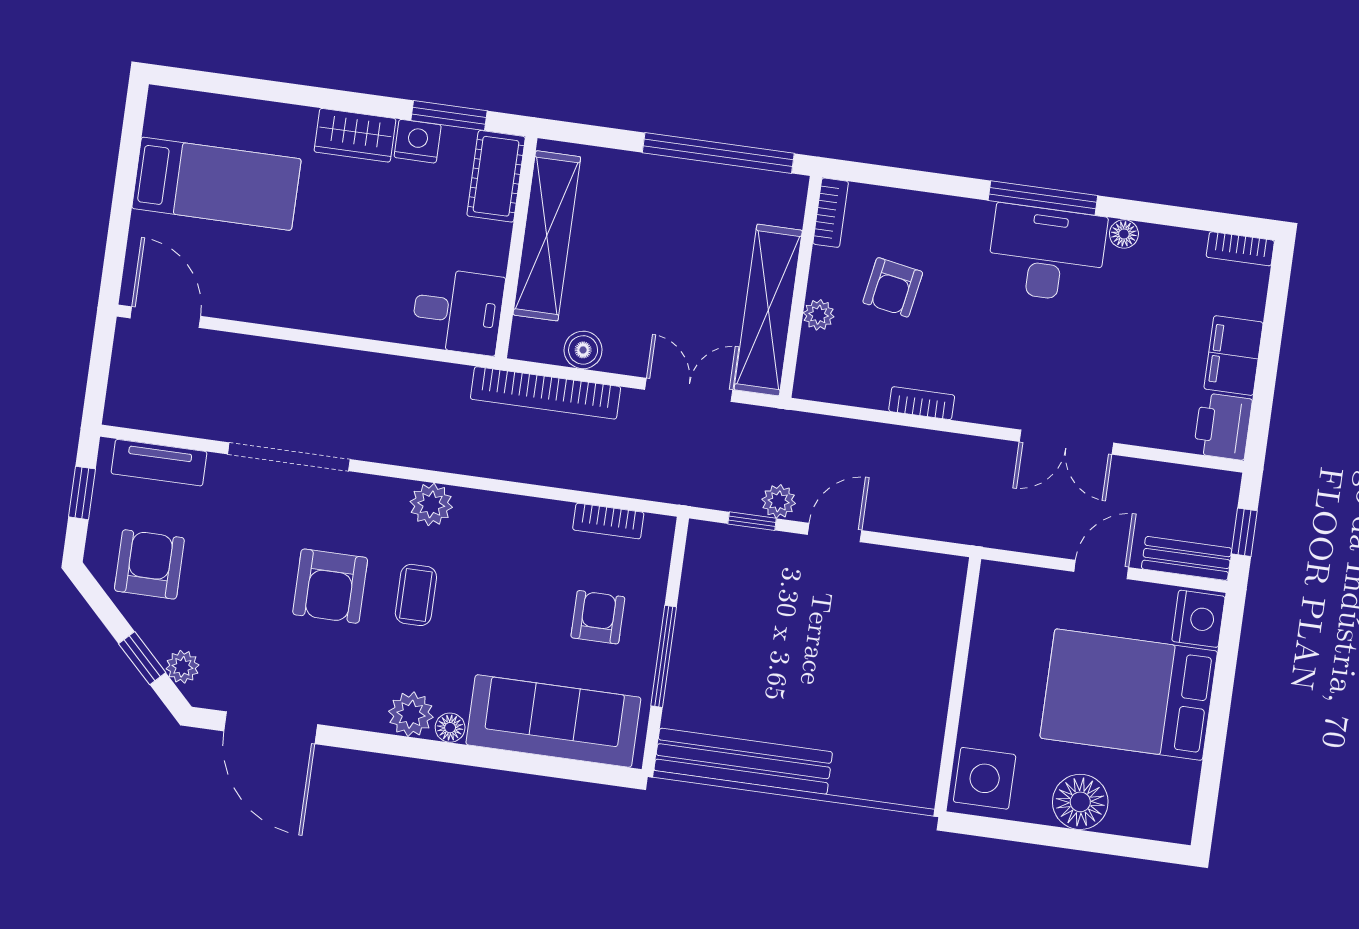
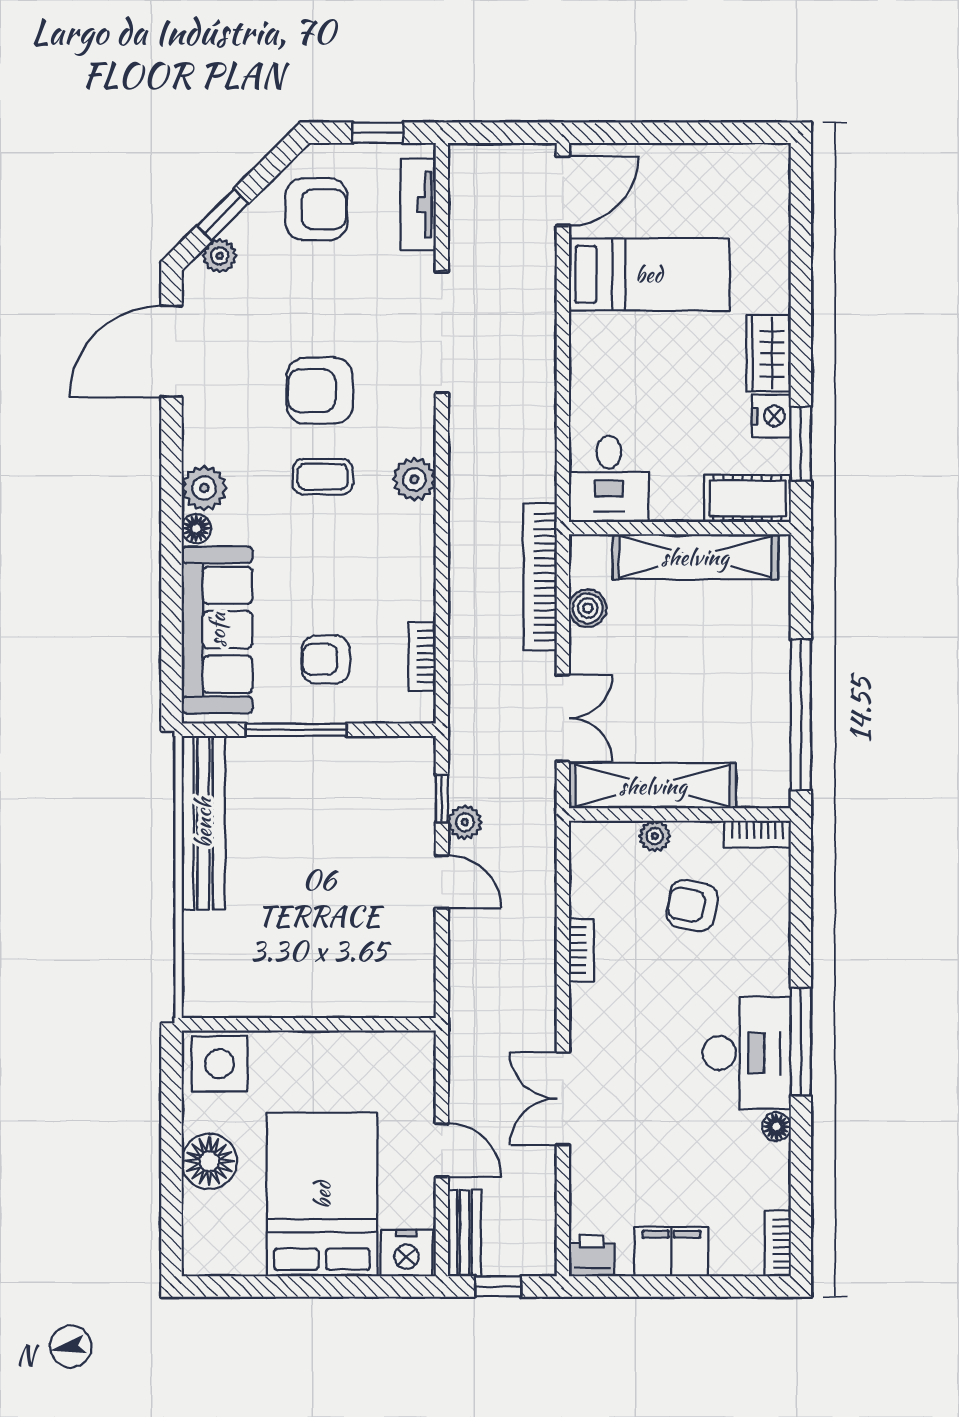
bed: (216, 184) -> (649, 274), moved, turned -90
printer: (1223, 426) -> (592, 1256), width x0.73, depth x0.81
armchair: (598, 617) -> (326, 659), turned 180

